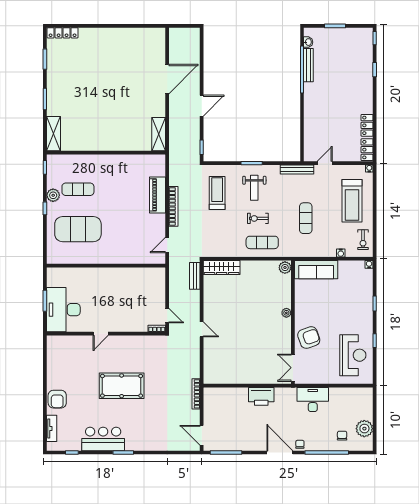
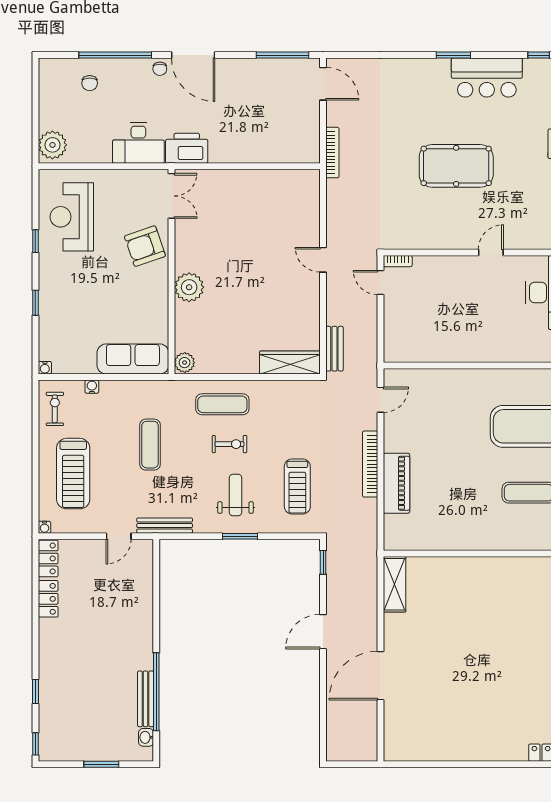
treadmill: (352, 201) -> (73, 474), turned 180
plant: (286, 313) -> (189, 287), width x1.87, depth x1.87
printer: (261, 396) -> (187, 148), moved
plant: (364, 429) -> (52, 145), moved

